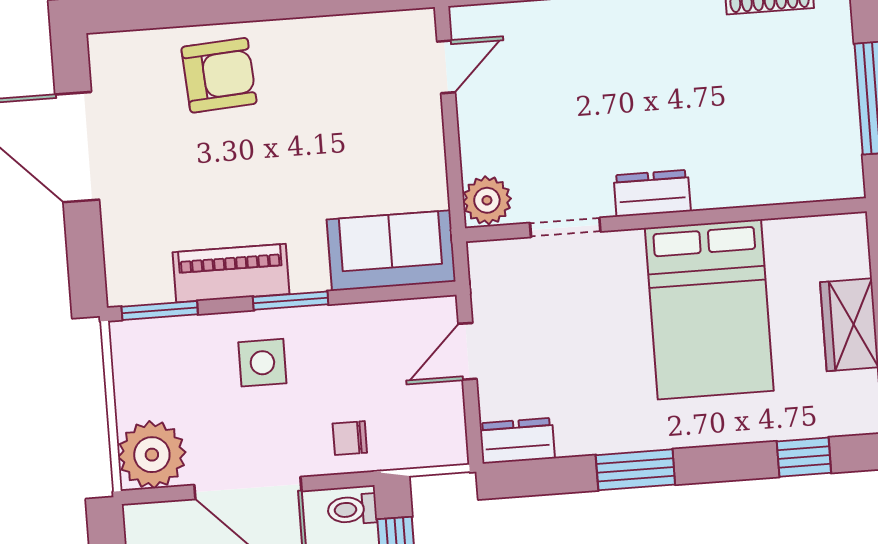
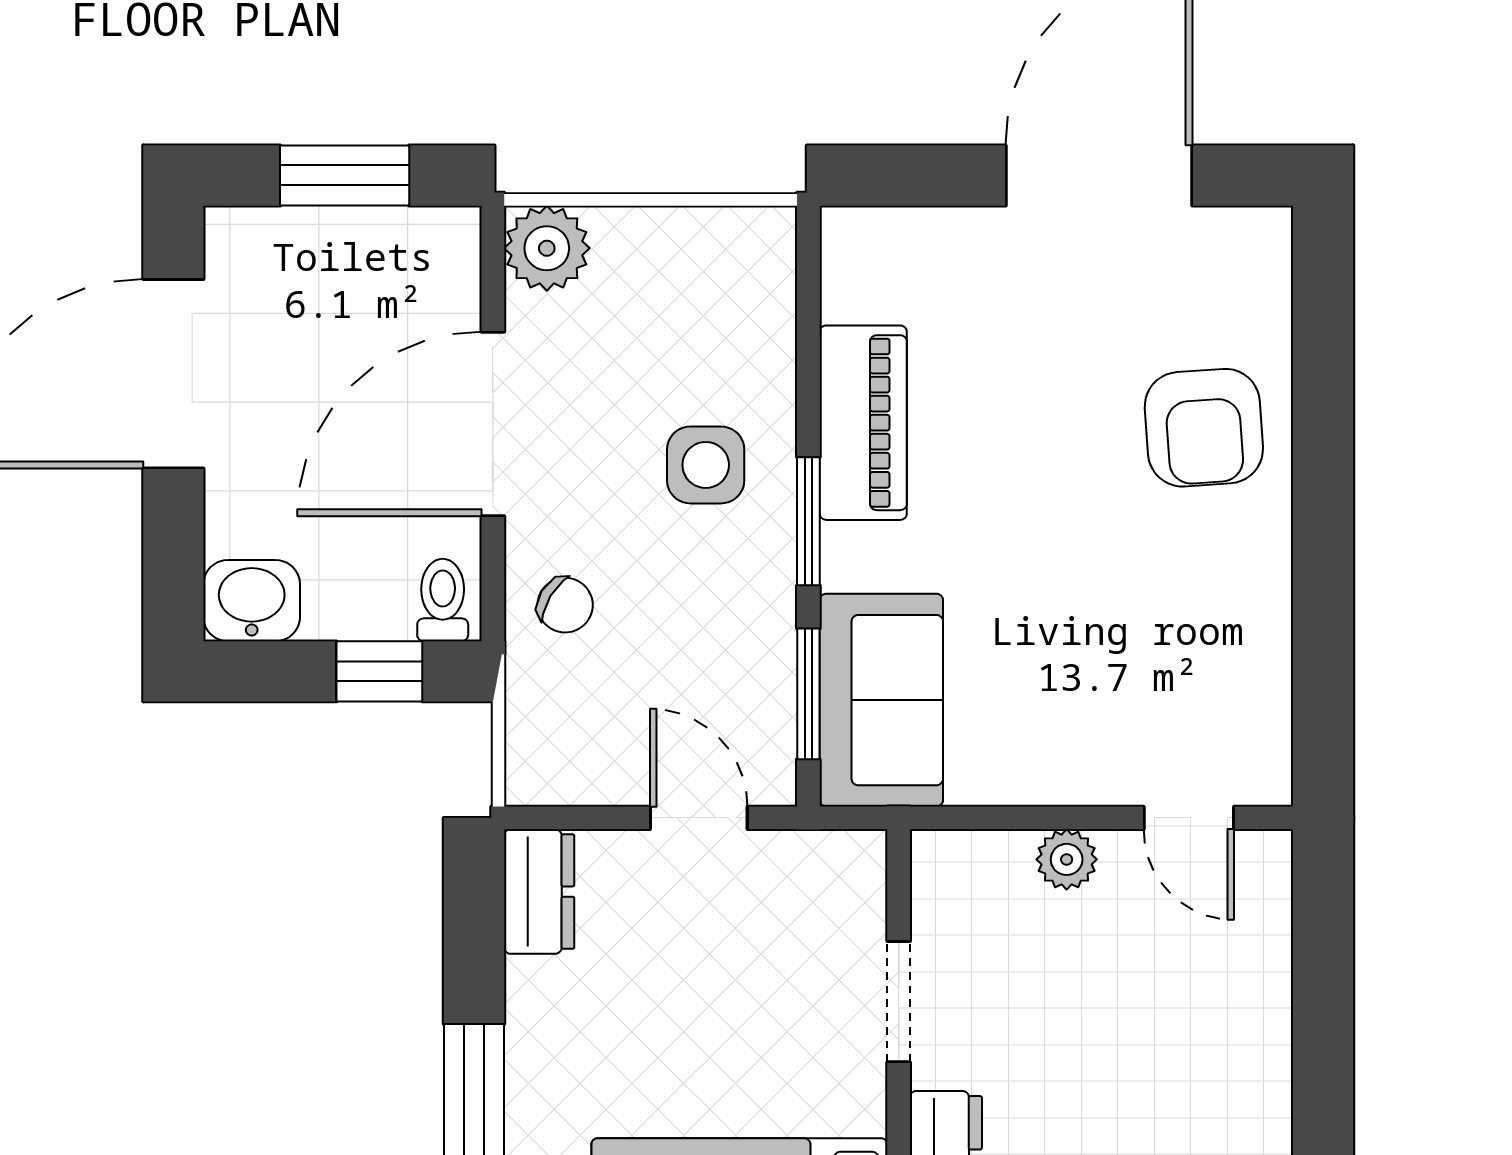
plant: (487, 200) -> (1067, 859), moved, width x0.73, depth x0.73
window: (160, 310) -> (808, 694), moved
chair: (350, 438) -> (565, 605), turned 121
plant: (152, 455) -> (547, 248), width x0.73, depth x0.73

